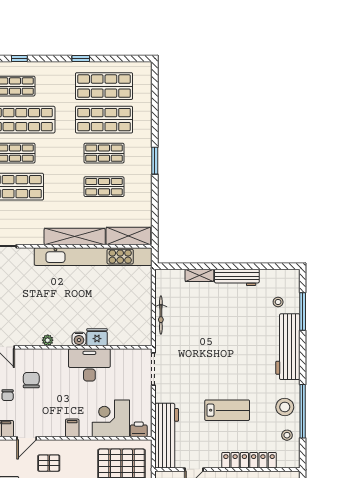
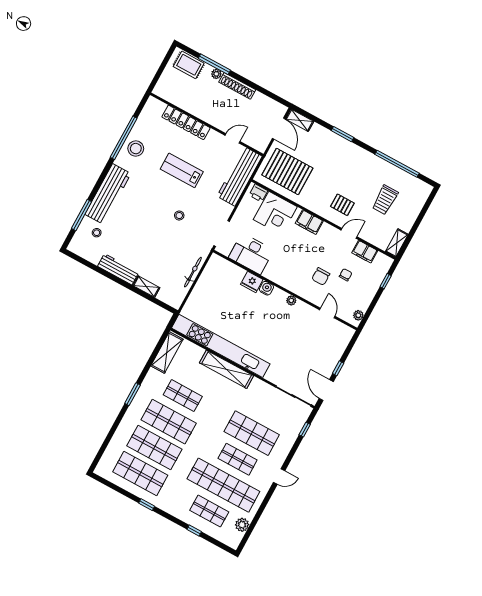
shop shelf: (104, 153) -> (169, 422), width x1.43, depth x1.36
shelving: (128, 236) -> (167, 353), moved, turned 90
desk: (89, 365) -> (251, 254), moved
filing cabinet: (72, 428) -> (309, 222), width x2.00
stool: (287, 435) -> (179, 216), moved

